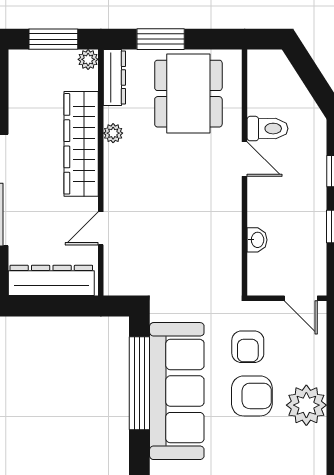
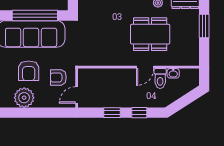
dining table: (188, 94) -> (150, 34), moved
washbasin: (257, 240) -> (173, 73), moved
armchair: (248, 347) -> (58, 77), moved

